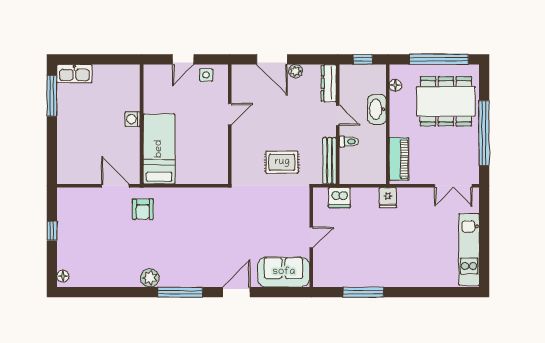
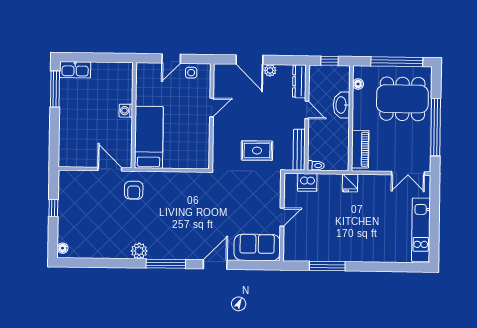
toilet: (349, 142) -> (316, 166), moved

